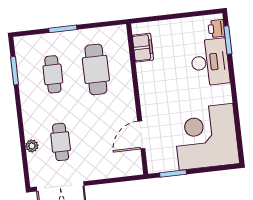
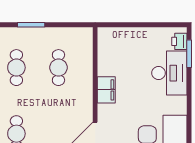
filing cabinet: (143, 48) -> (106, 90), moved
cafe table: (96, 69) -> (58, 68), width x0.73, depth x0.74

